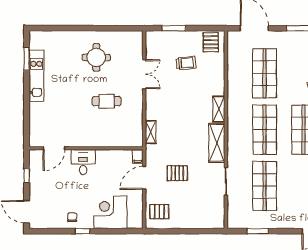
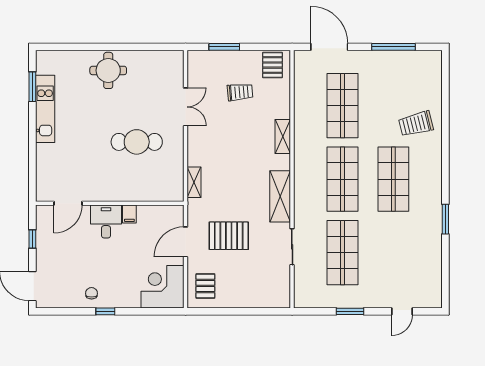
round table: (96, 57) -> (108, 70), moved
cafe table: (107, 101) -> (137, 142), width x1.37, depth x1.35
shelving: (219, 109) -> (283, 136), moved
filing cabinet: (138, 156) -> (129, 214), moved
pallet: (177, 173) -> (229, 236), width x1.50, depth x1.42
corner desk: (110, 212) -> (163, 287), moved
pallet: (159, 212) -> (205, 286), turned 90
window: (258, 231) -> (350, 311), moved

